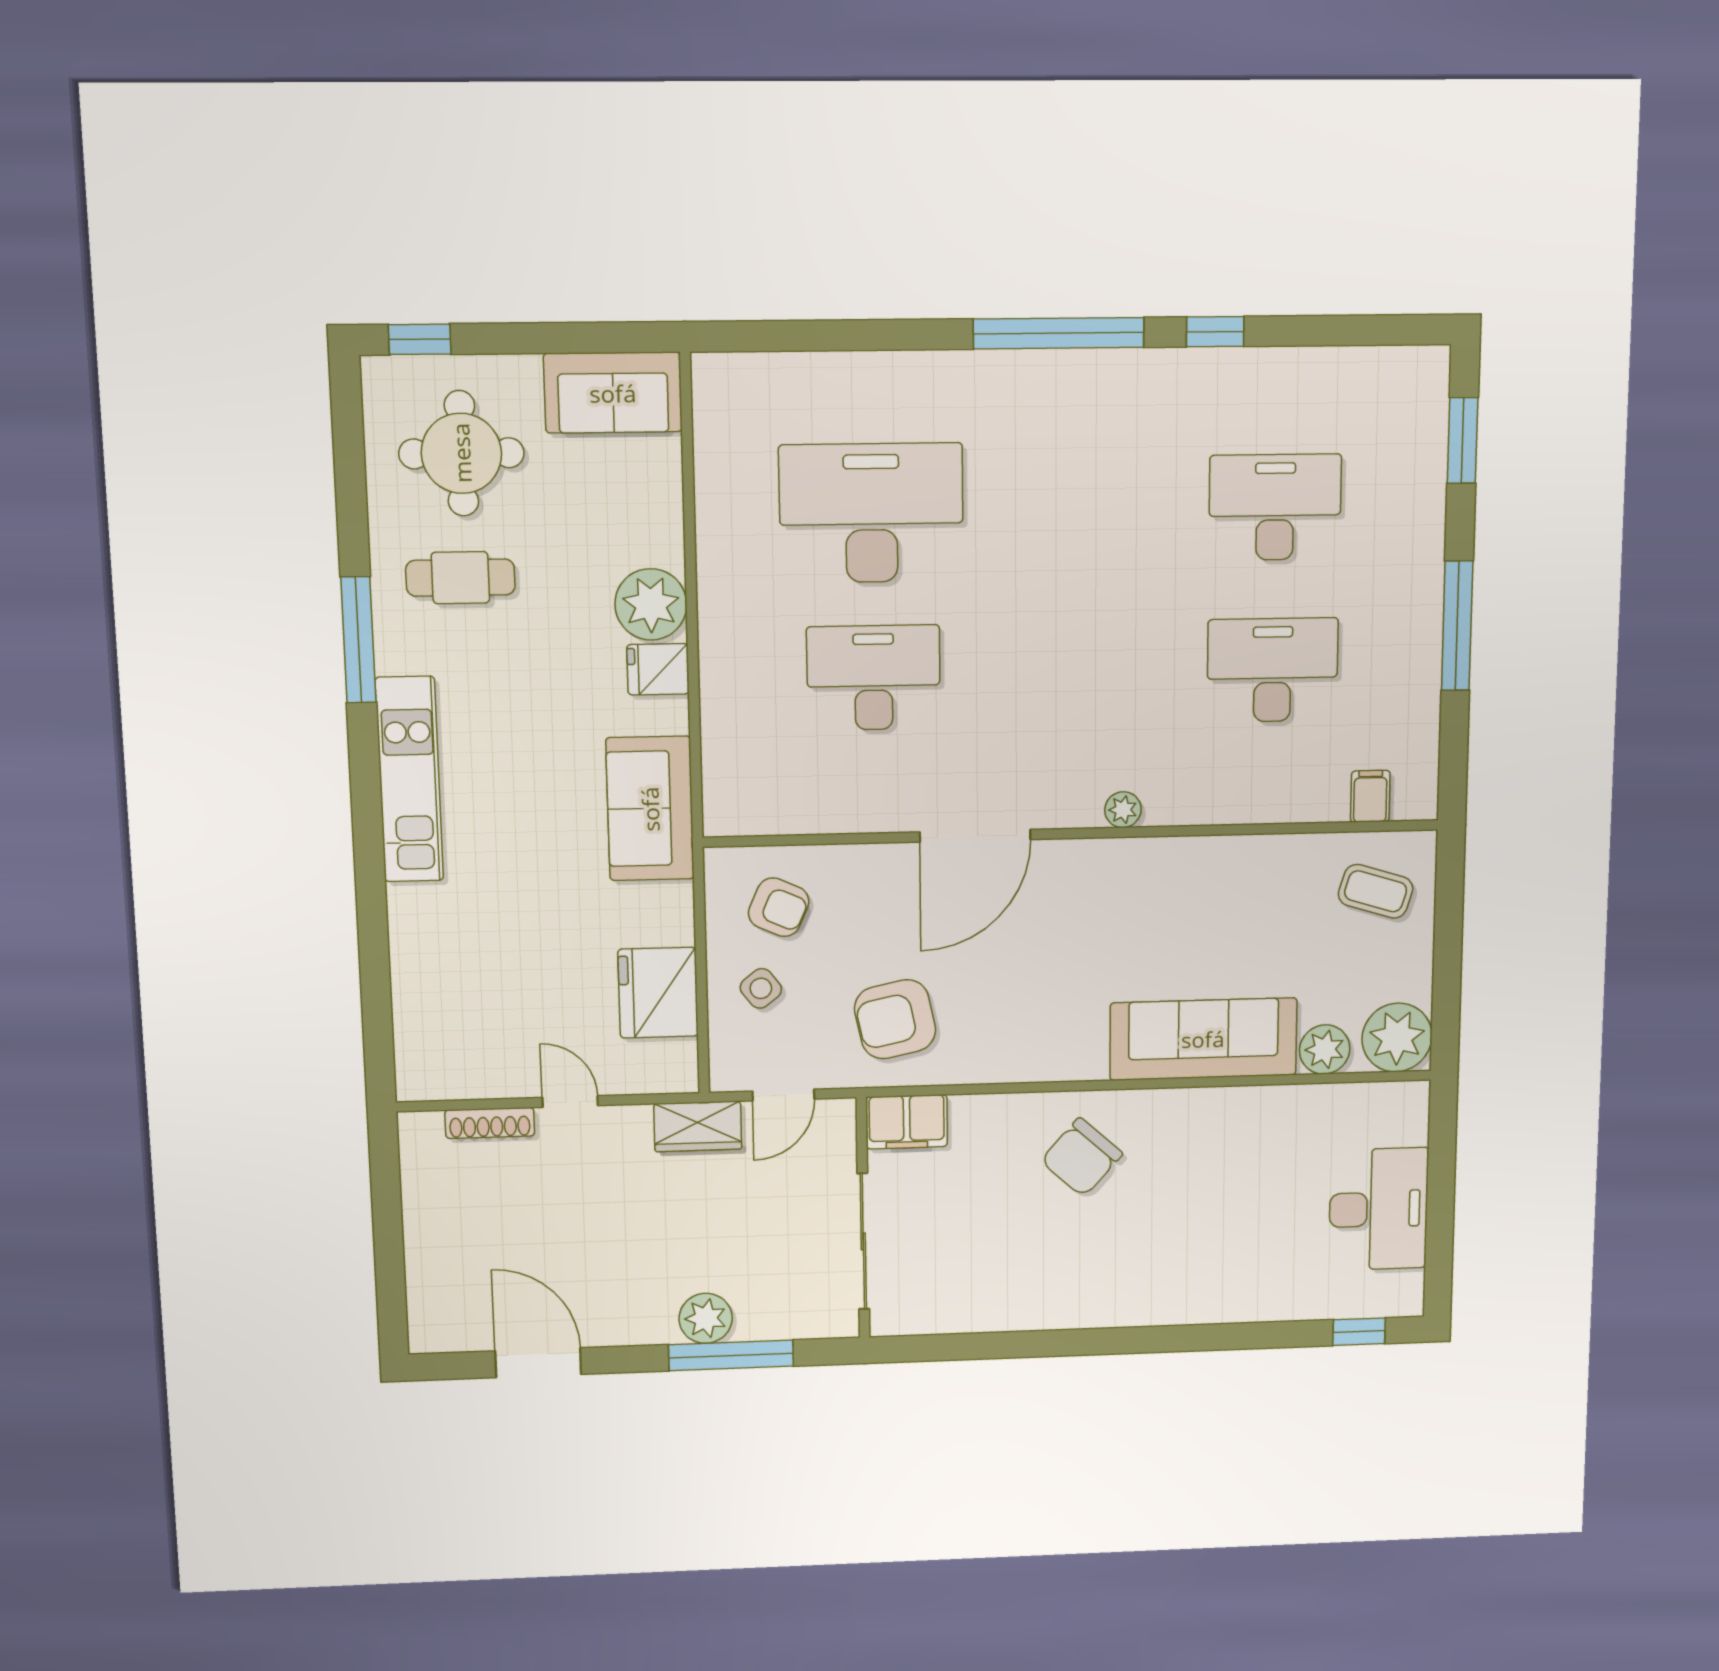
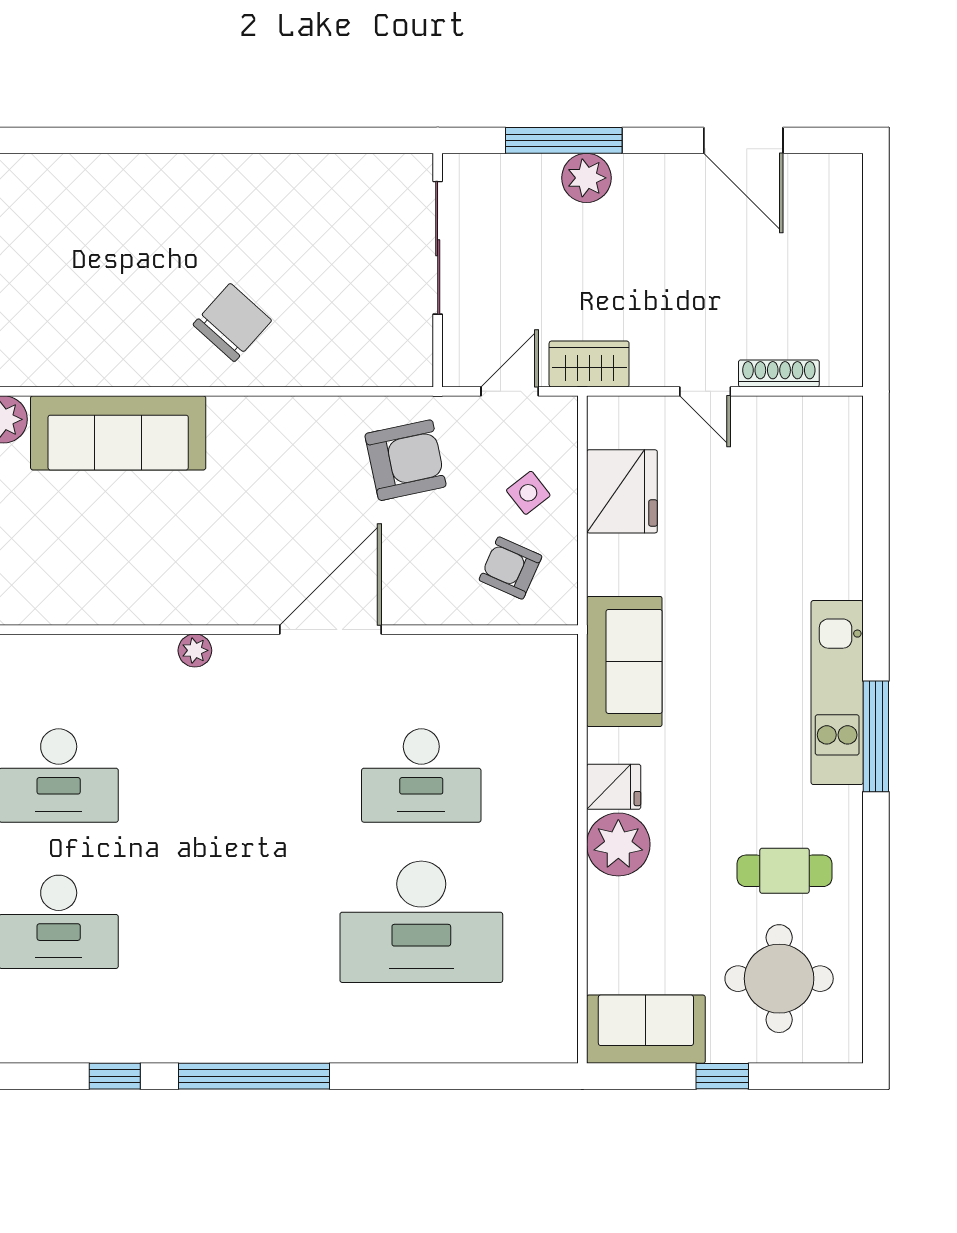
window: (420, 339) -> (722, 1076), moved
window: (358, 640) -> (876, 736), moved
filing cabinet: (907, 1122) -> (396, 362), removed

